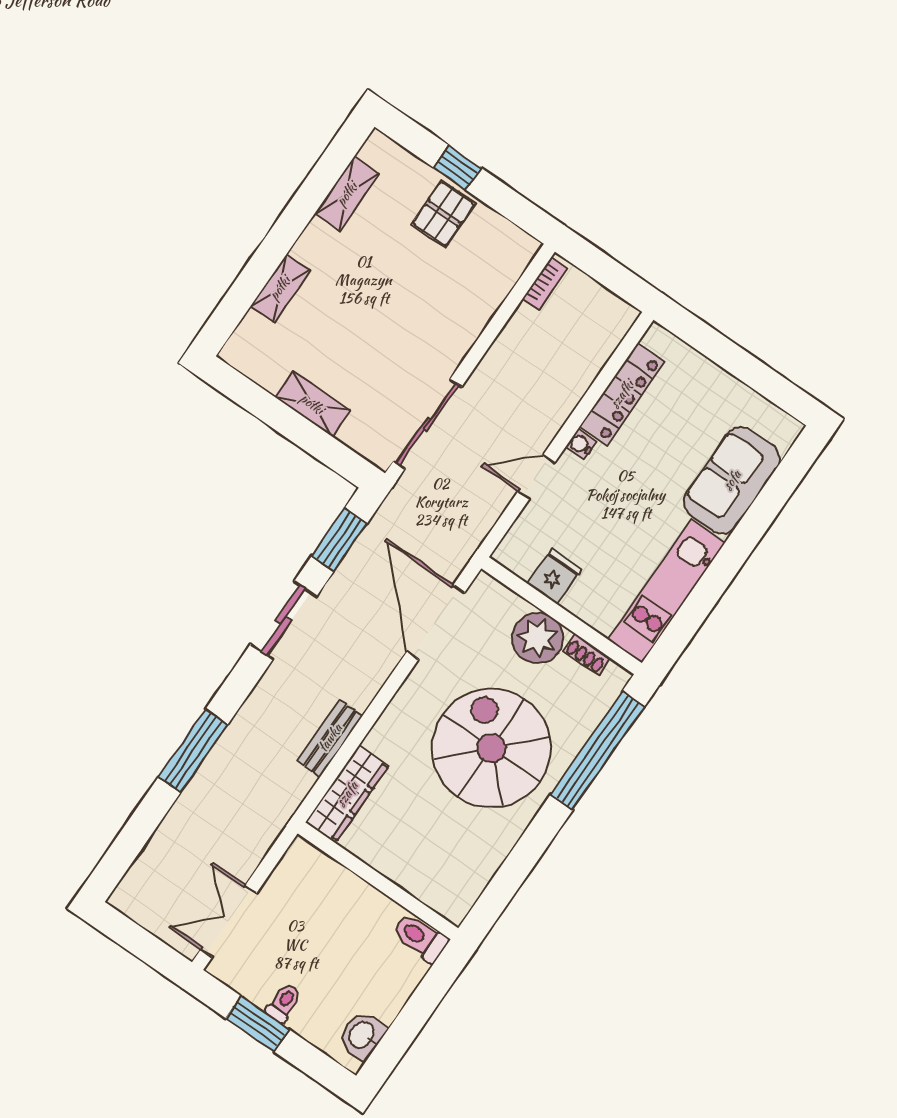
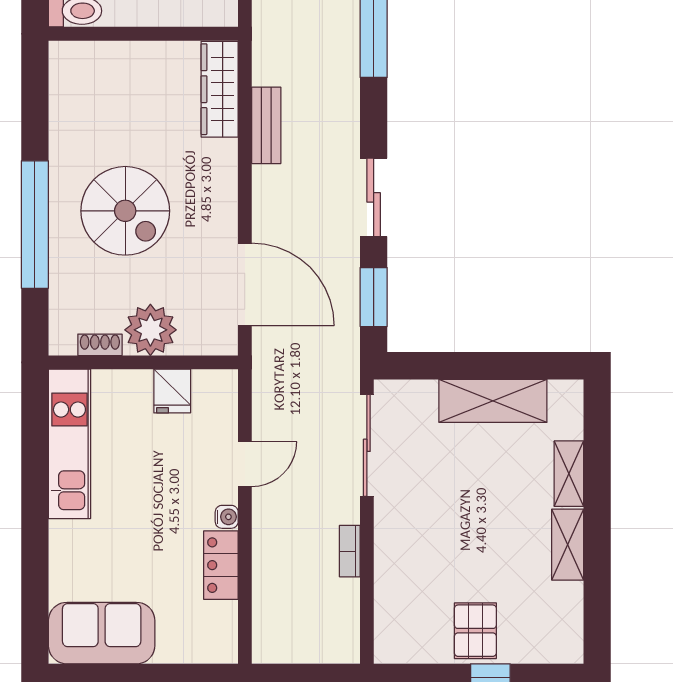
shelving: (347, 194) -> (568, 545), moved
bookcase: (545, 284) -> (350, 551), moved
locker: (622, 394) -> (221, 565), width x0.66
shelving: (312, 404) -> (493, 401), width x1.50, depth x1.33
sofa: (732, 480) -> (102, 633), moved, turned -90
spiral stairs: (491, 748) -> (125, 211), width x0.73, depth x0.73
window: (598, 751) -> (35, 225), moved

